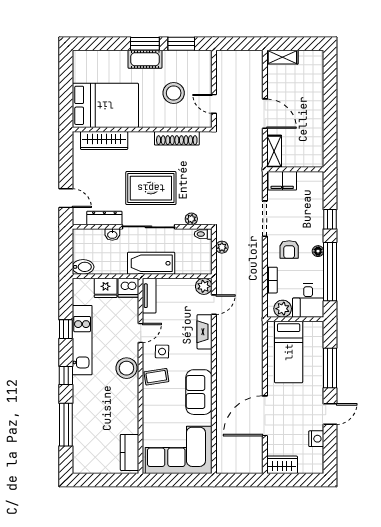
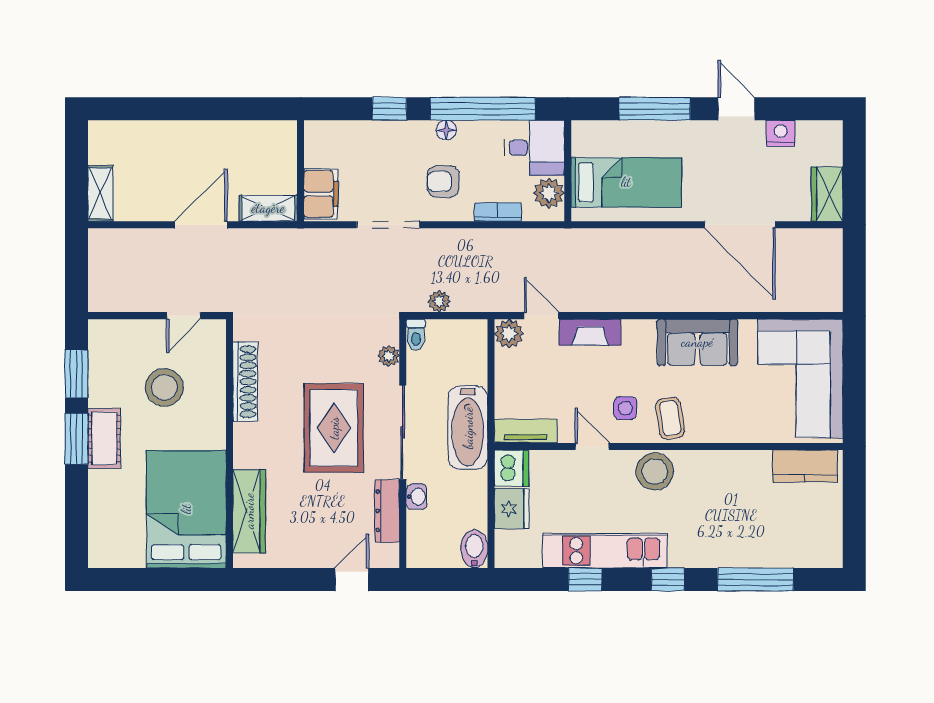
armchair: (289, 250) -> (443, 181), turned 180

